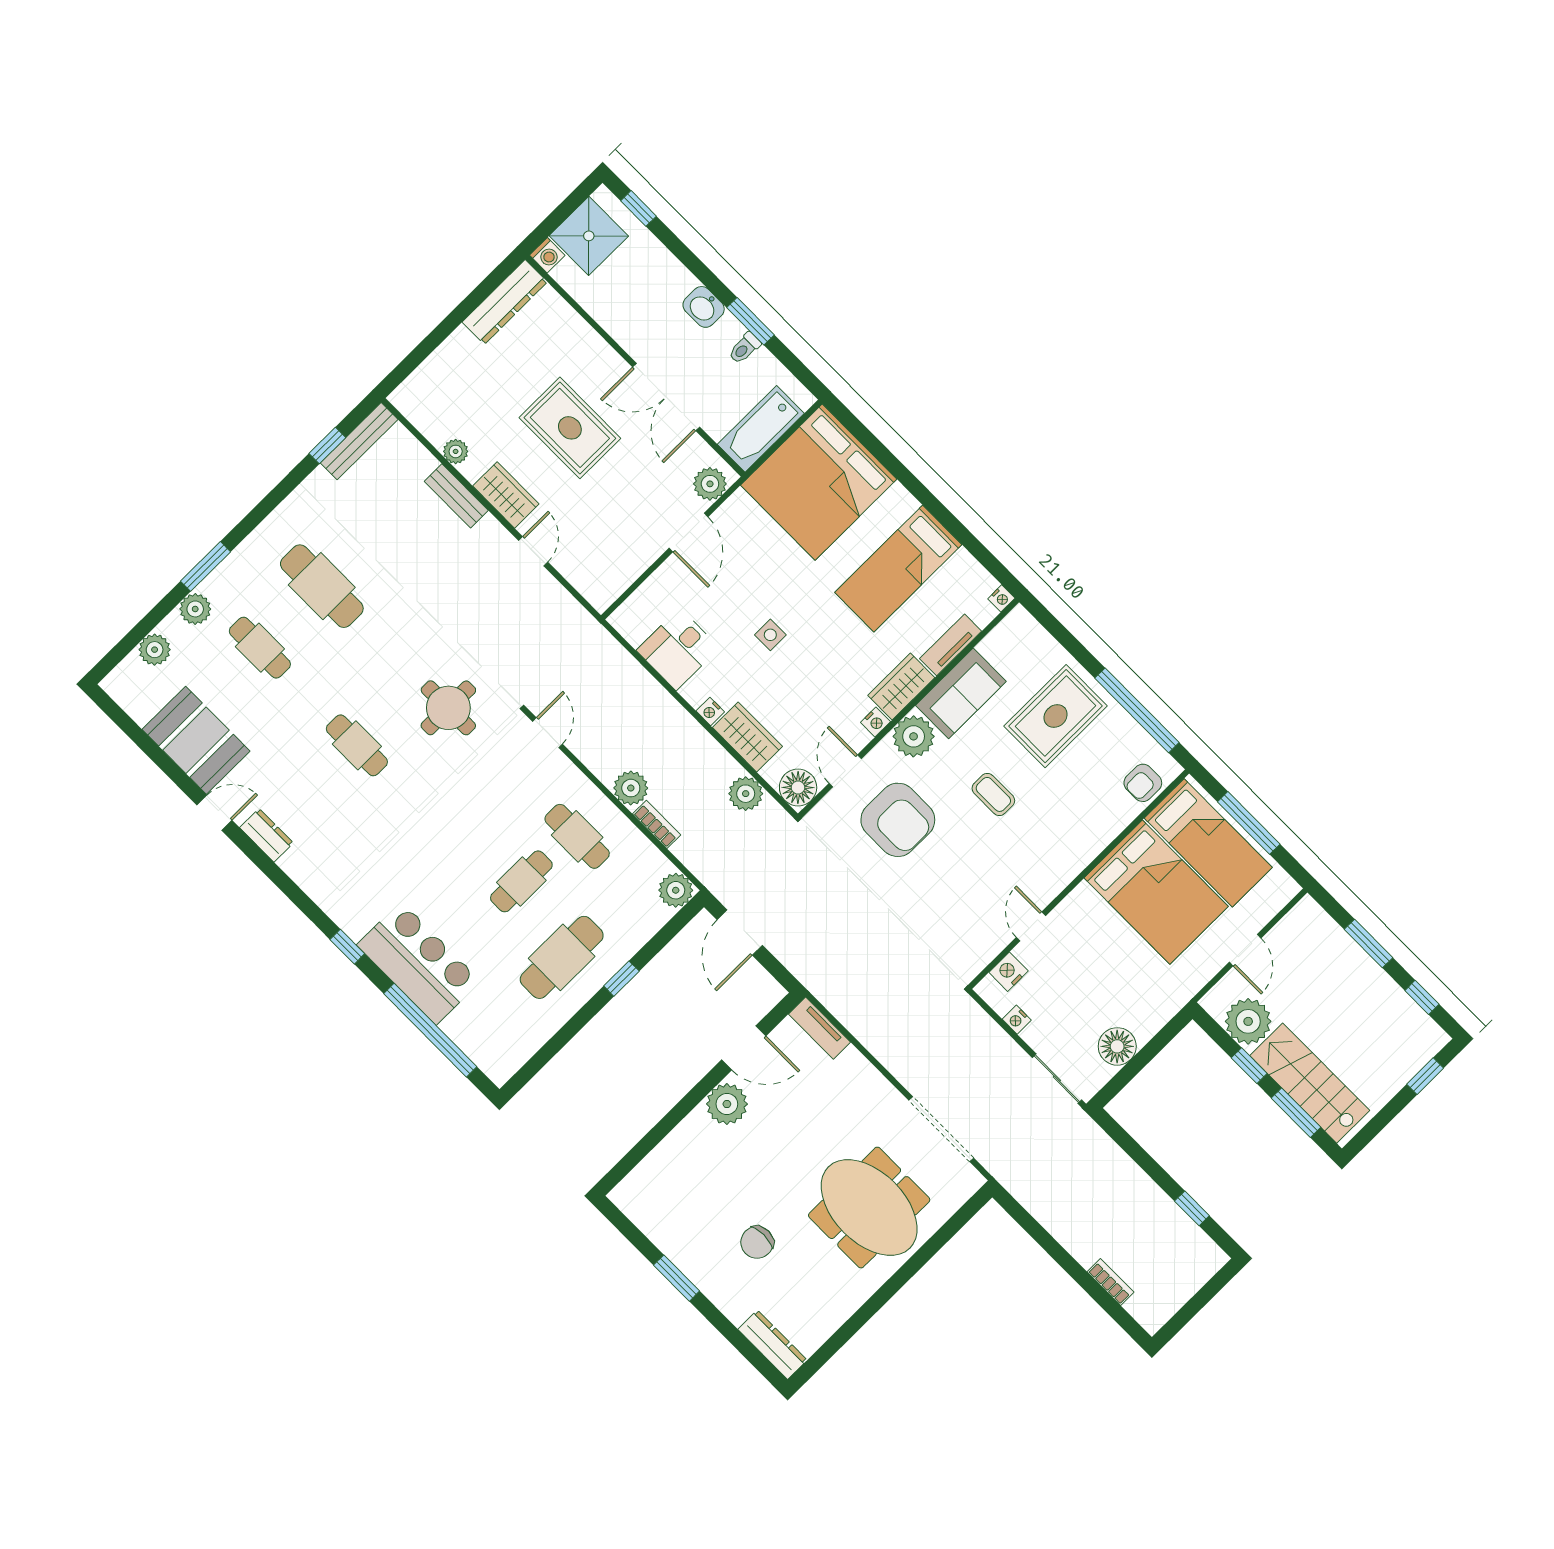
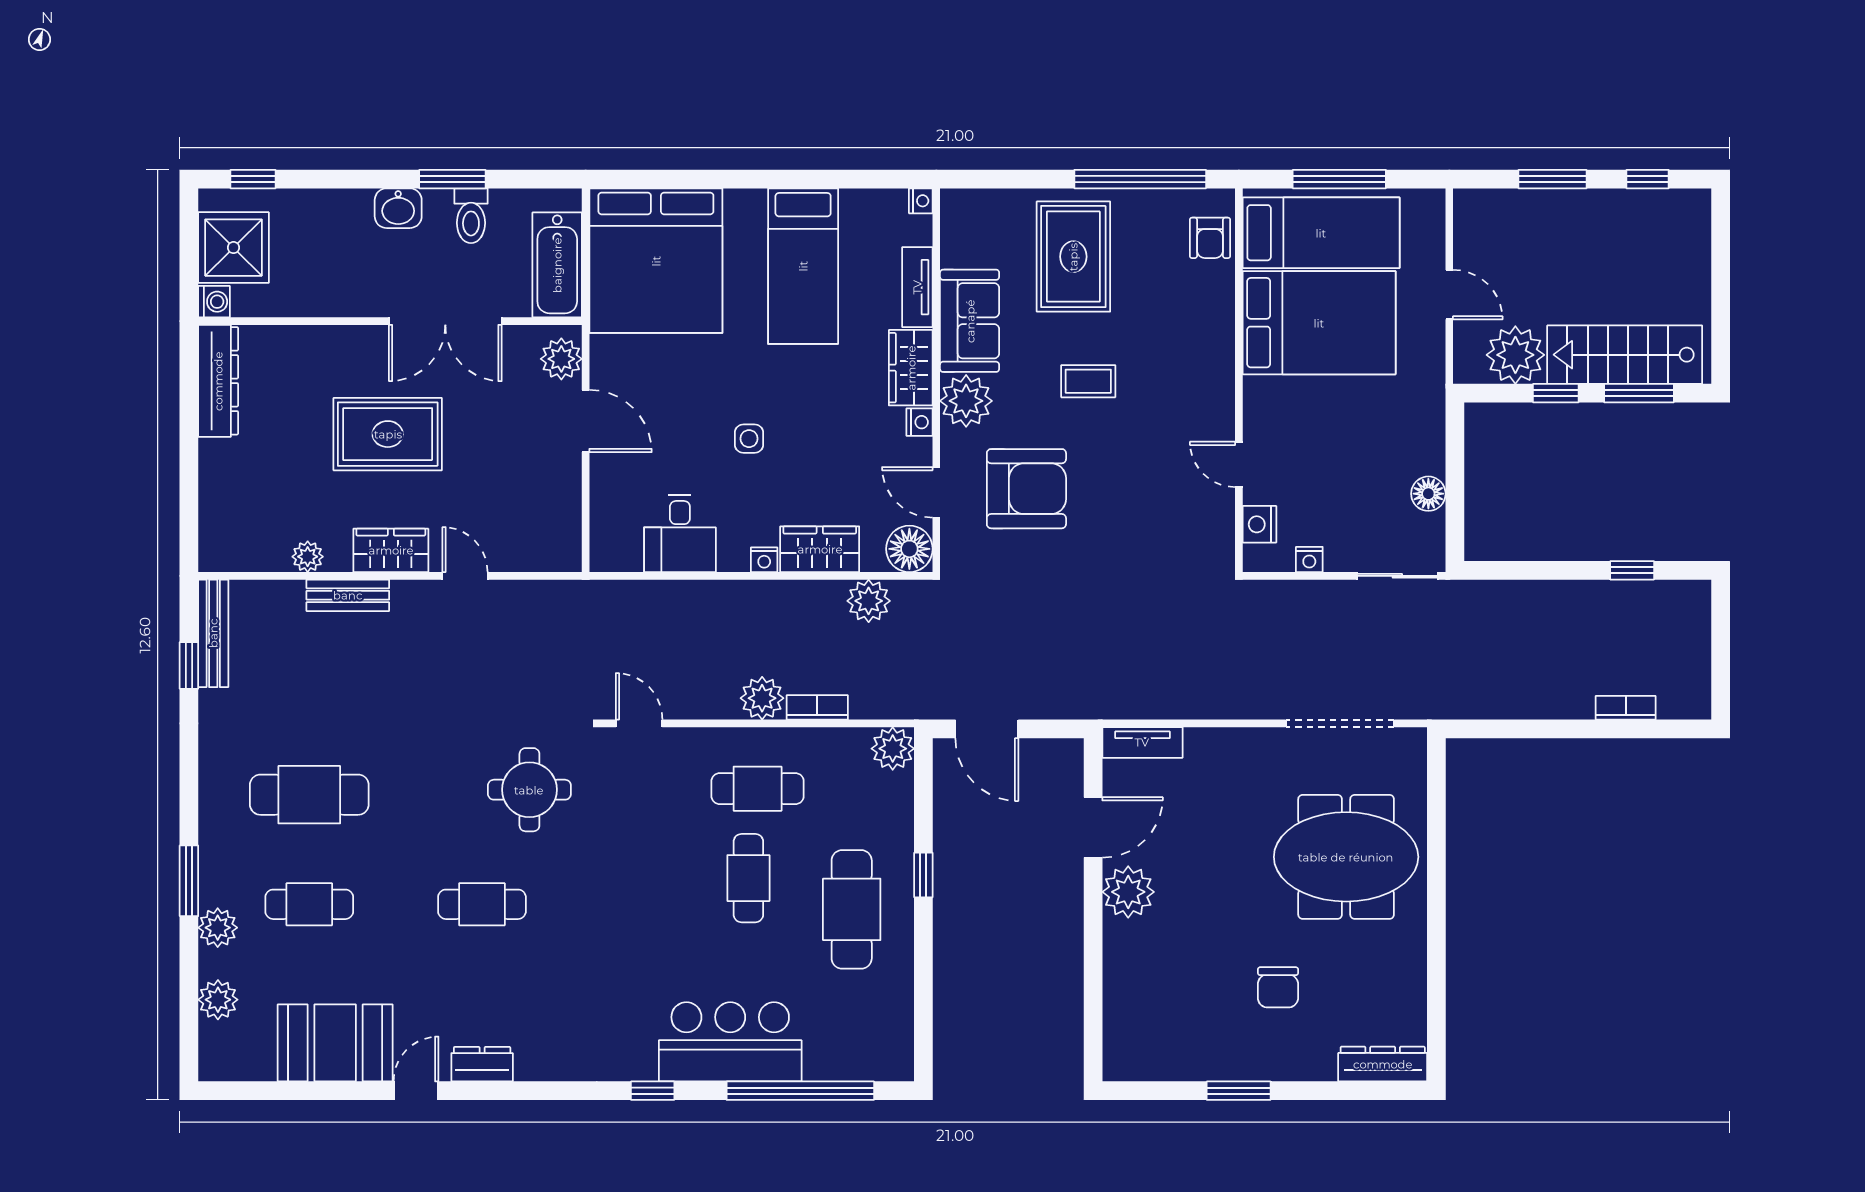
toilet: (745, 348) -> (471, 216), width x1.37, depth x1.39
floor lamp: (1117, 1046) -> (1428, 494), width x0.73, depth x0.73
window: (1425, 1076) -> (1721, 246), removed

